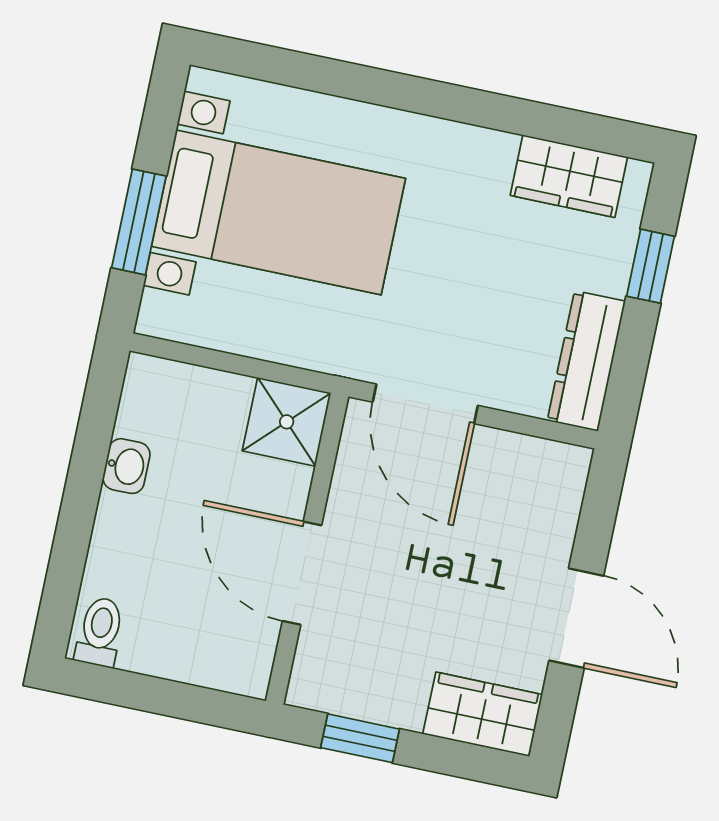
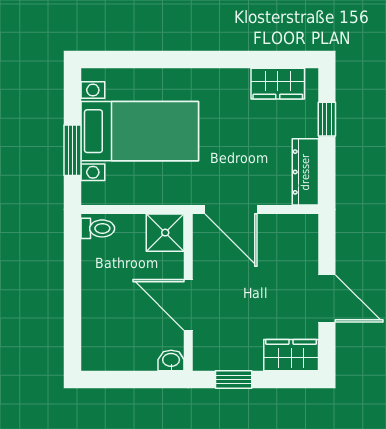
washbasin: (126, 466) -> (171, 361), moved, turned -90
toilet: (100, 632) -> (98, 228), moved, turned 90

